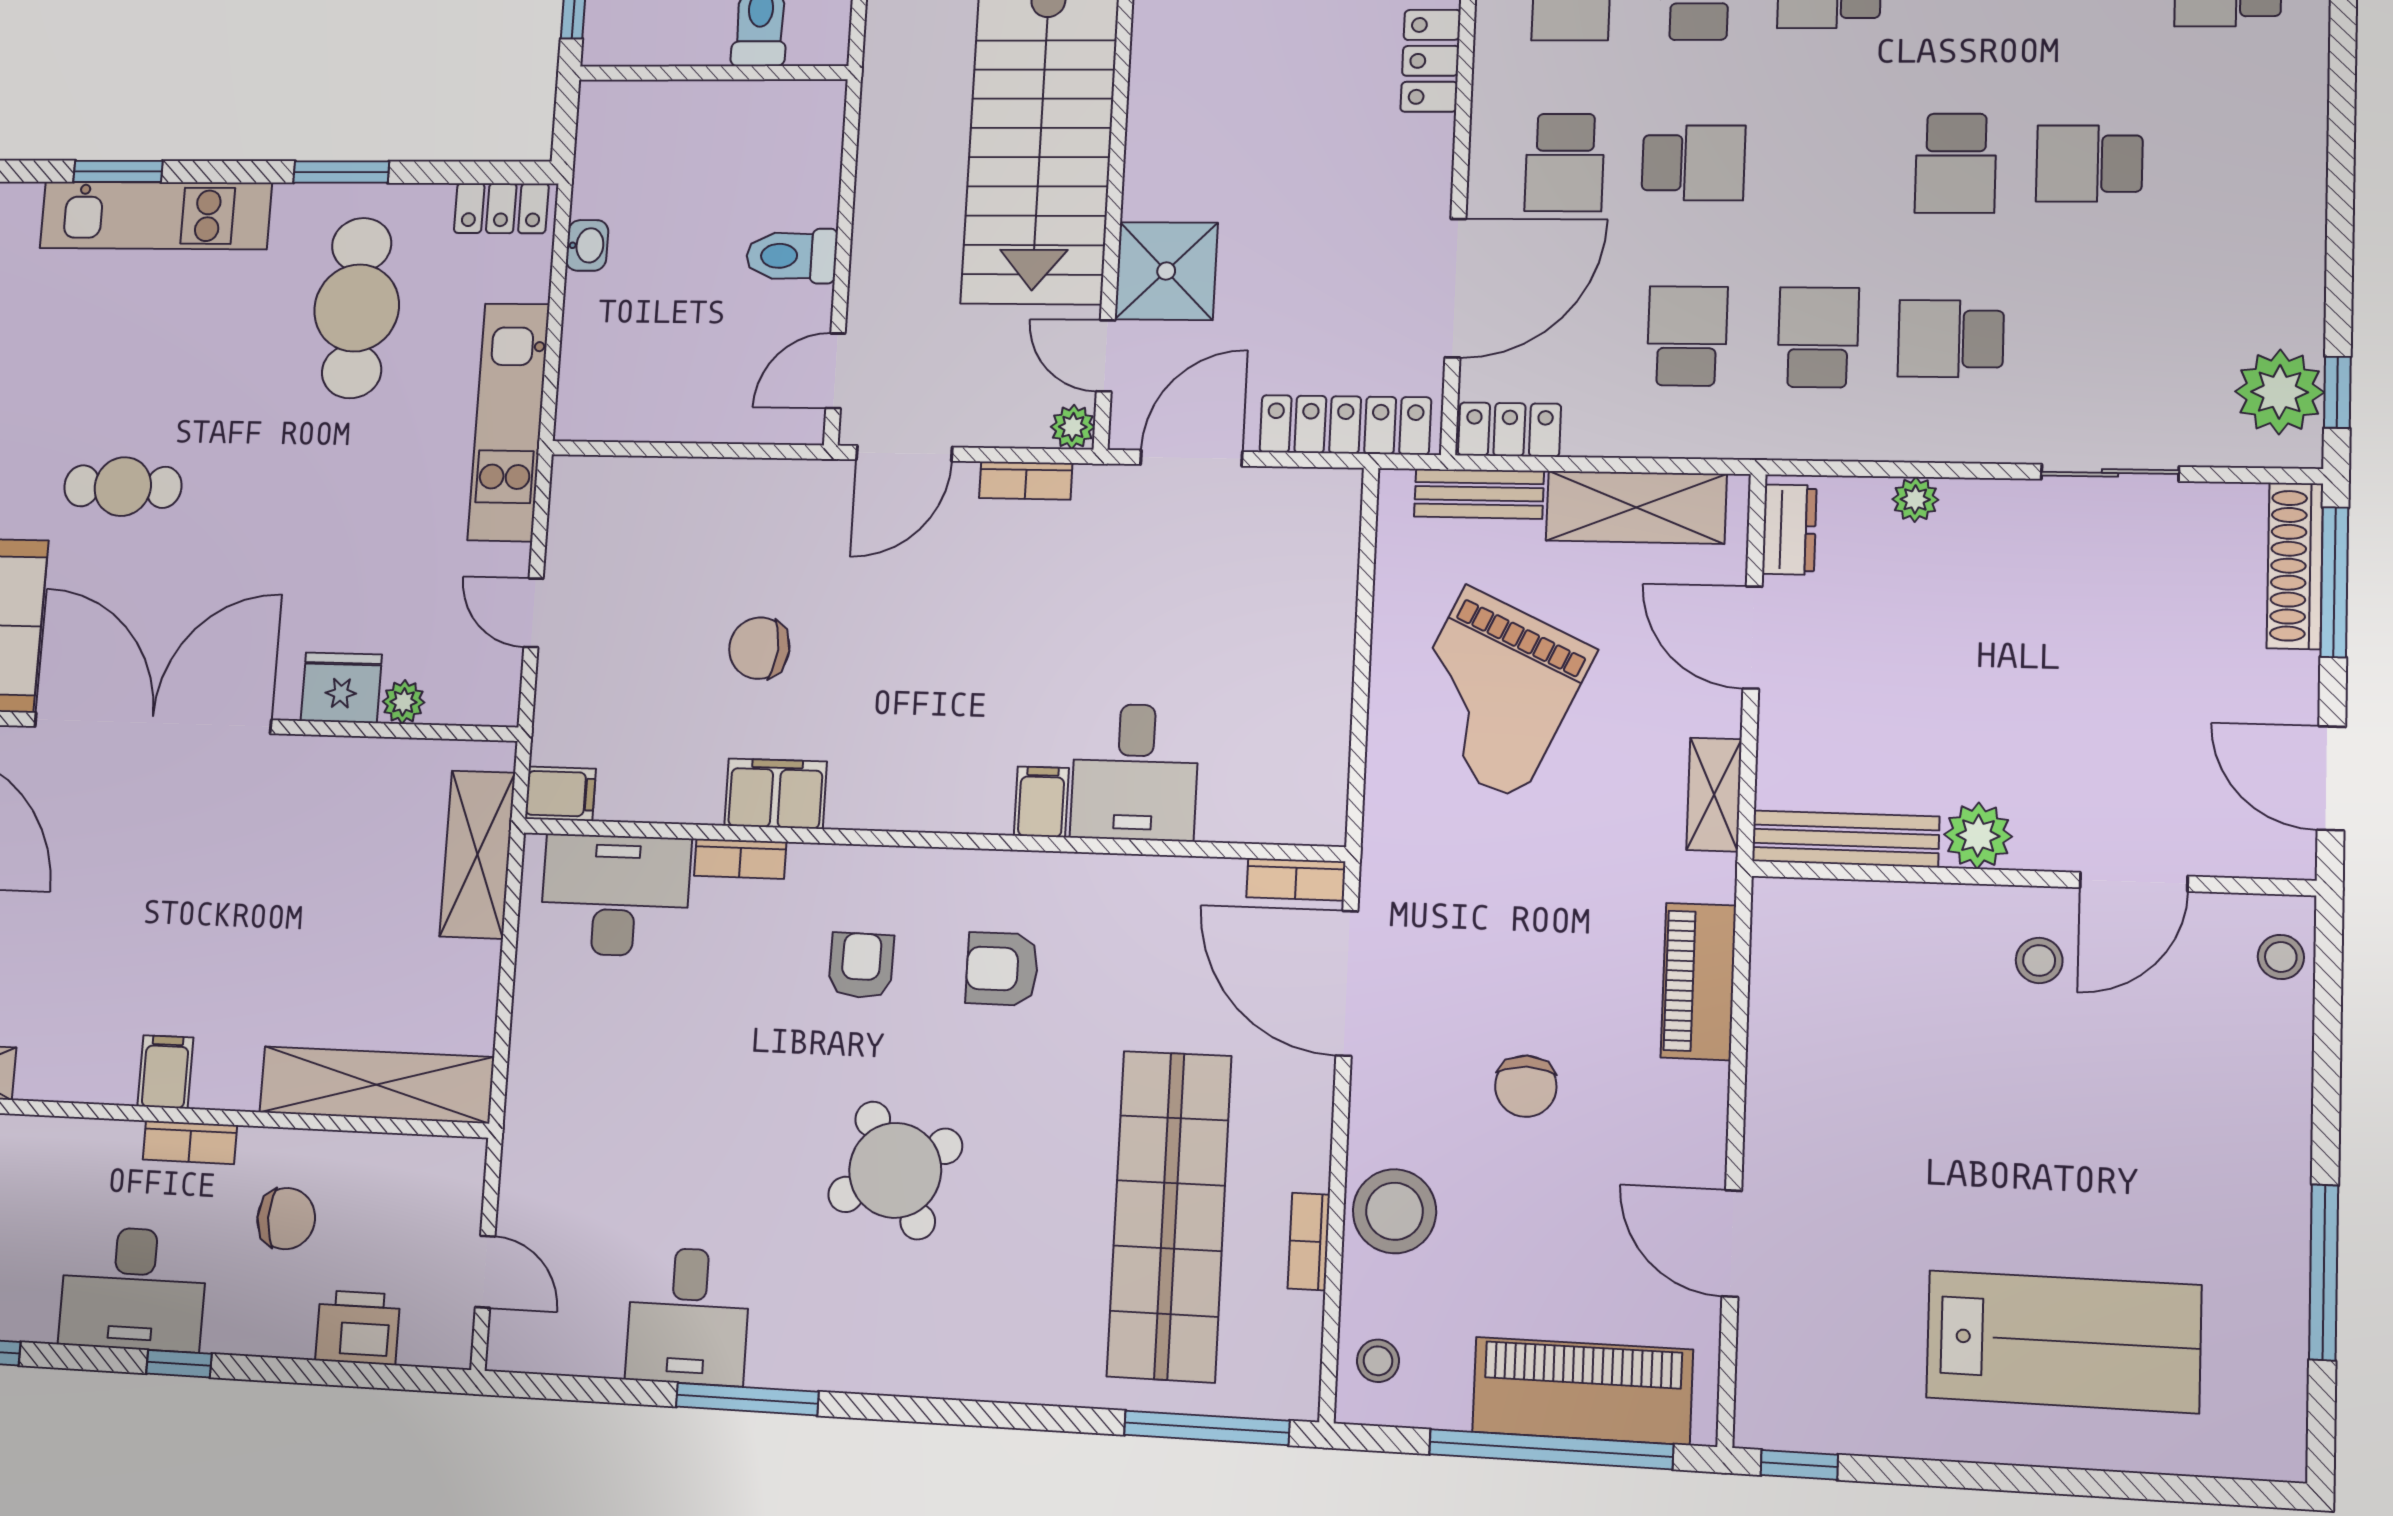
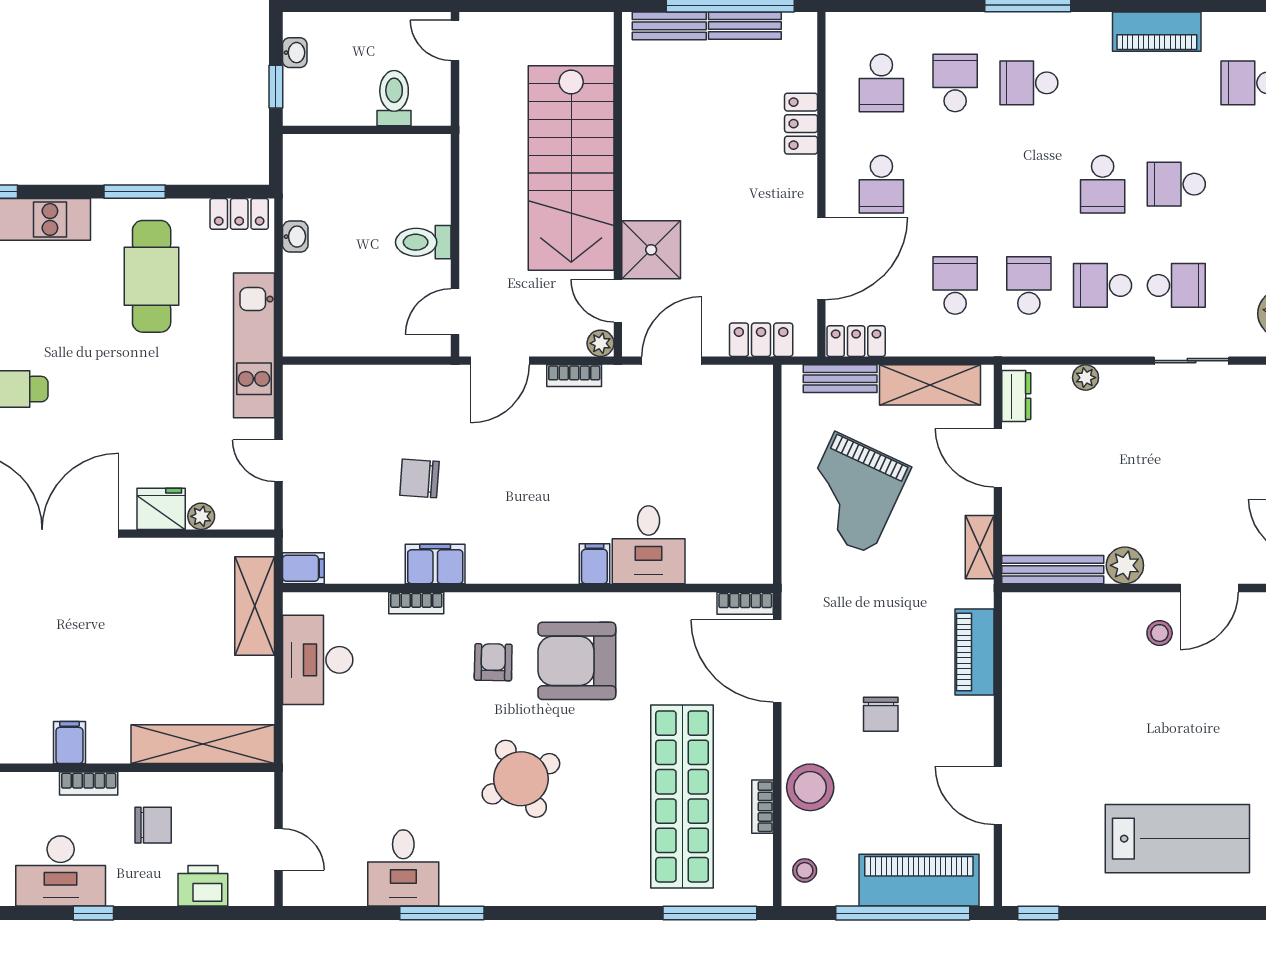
school desk: (1693, 163) -> (1176, 285), moved
locker: (1345, 425) -> (761, 340), width x0.66
desk: (615, 895) -> (318, 660), moved, turned -90
armchair: (1002, 969) -> (577, 661), width x1.88, depth x1.88

